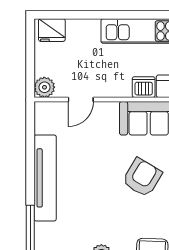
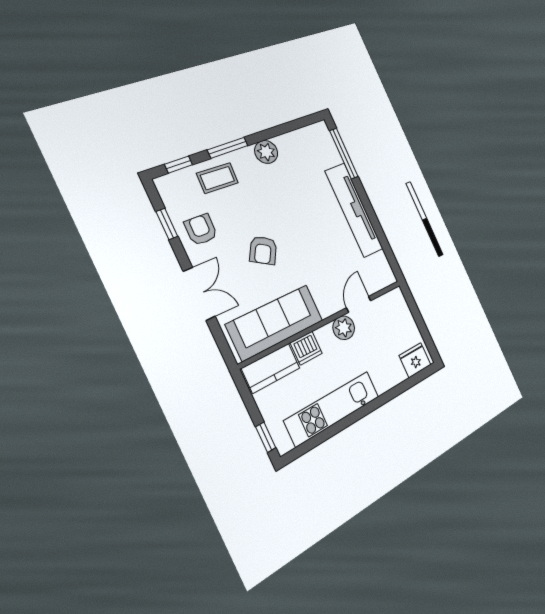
plant: (44, 87) -> (344, 328), moved
armchair: (142, 177) -> (263, 250), width x0.72, depth x0.72

